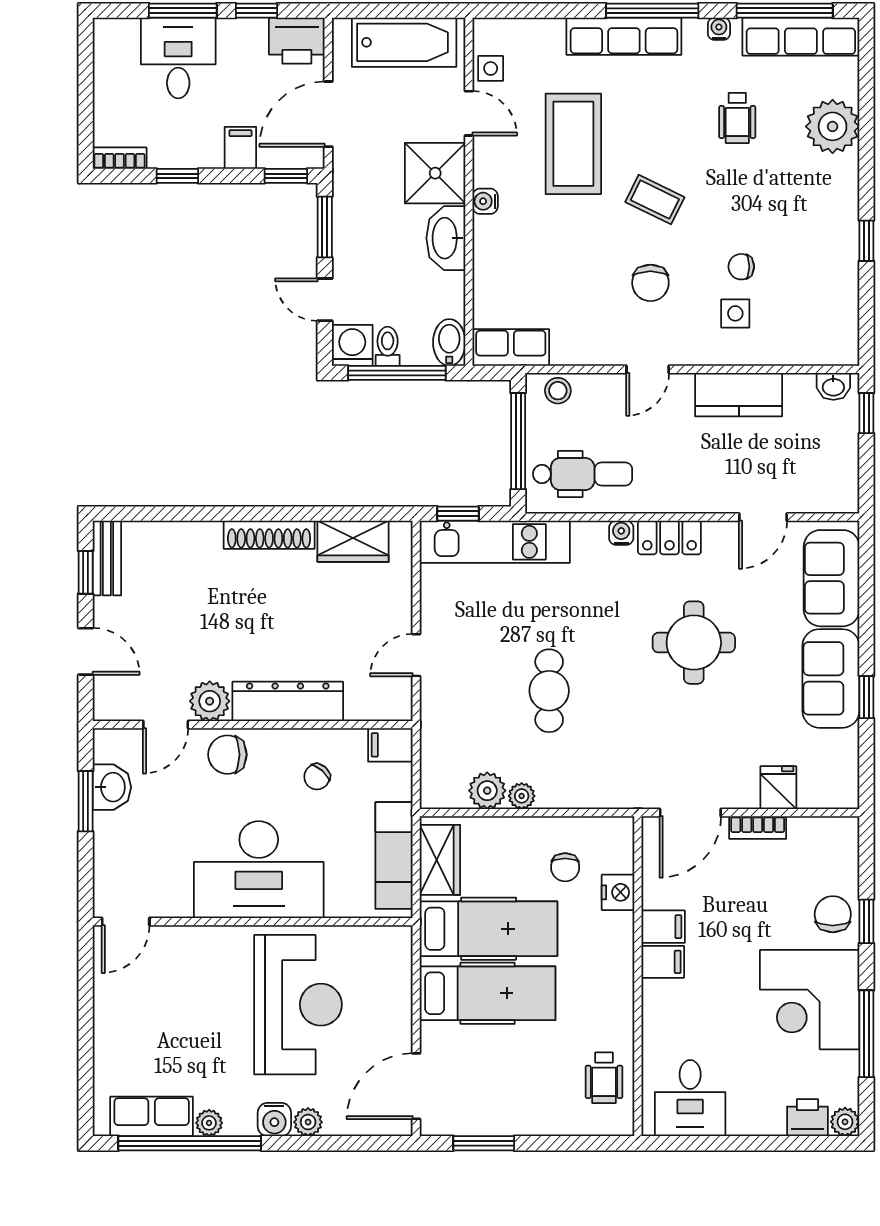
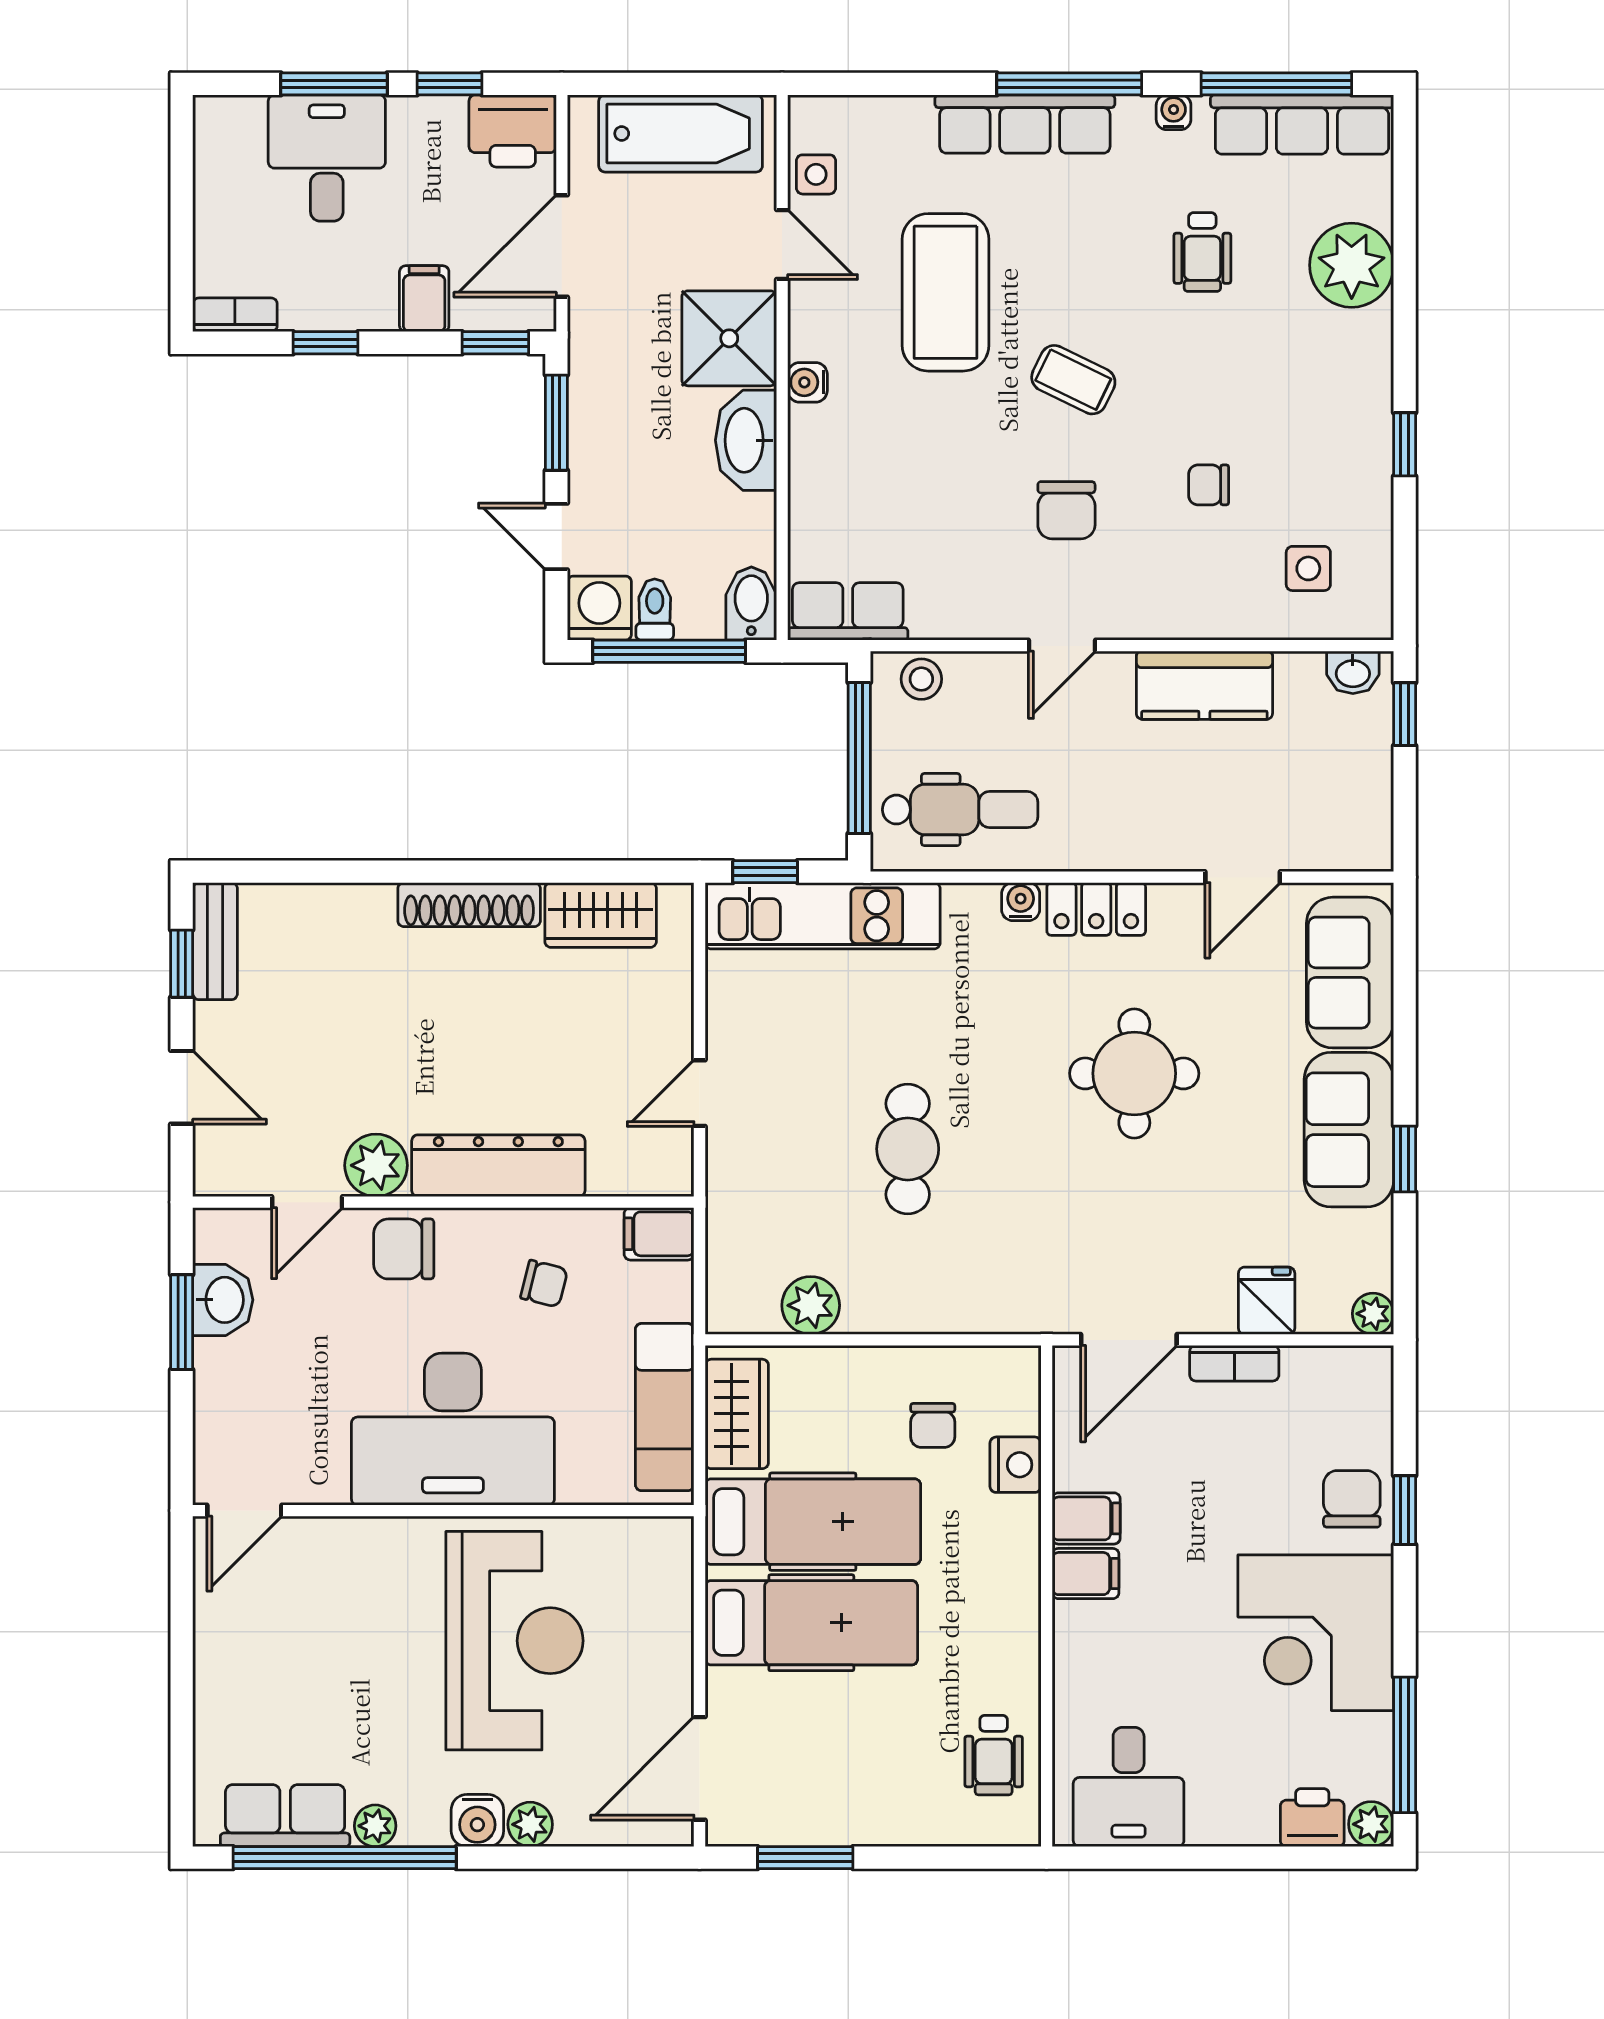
side table: (735, 313) -> (1308, 568), moved
chair: (317, 777) -> (544, 1284), turned -117
plant: (522, 796) -> (1373, 1314), moved
window: (866, 1034) -> (1405, 1745), moved

